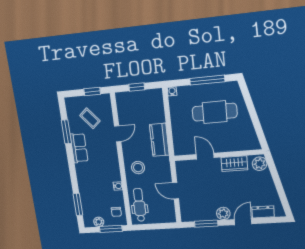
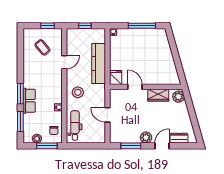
cafe table: (215, 112) -> (146, 52), removed
window: (66, 132) -> (20, 94), moved
kitchen counter: (159, 140) -> (99, 63), width x1.50
fridge: (181, 147) -> (116, 78), added
row of seats: (79, 148) -> (29, 101), moved

